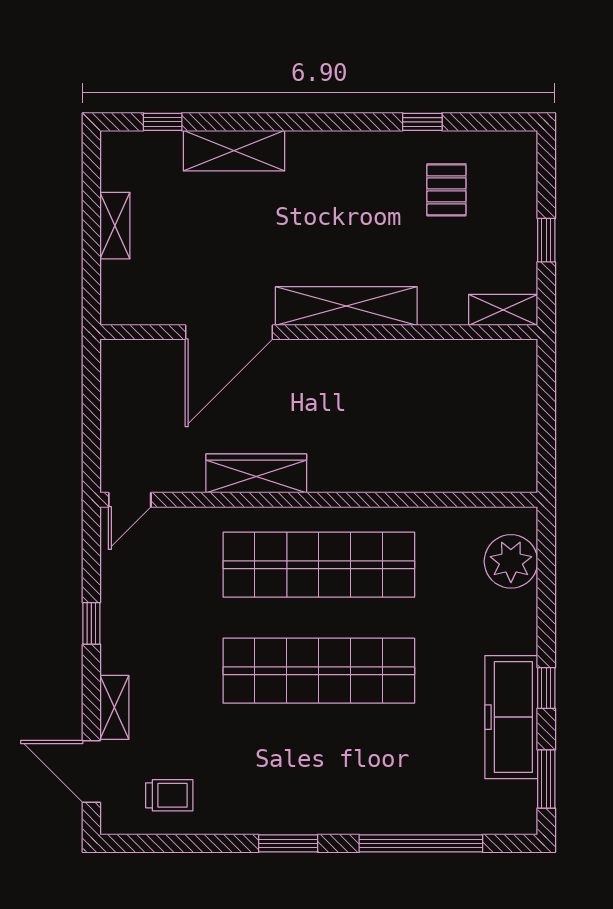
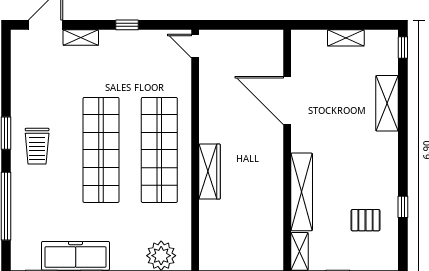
window: (163, 122) -> (403, 47), moved
shelving: (346, 306) -> (302, 192), moved
wardrobe: (256, 473) -> (210, 172), moved
trolley: (169, 795) -> (37, 146), moved, width x1.36, depth x1.39

